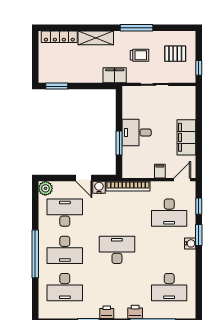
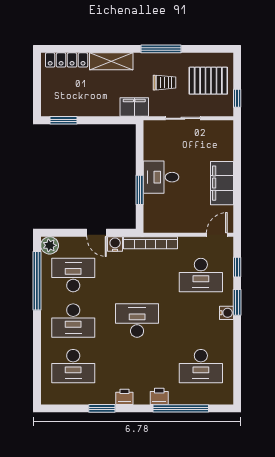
pallet: (175, 54) -> (208, 81), width x1.50, depth x1.42
filing cabinet: (160, 171) -> (189, 224), removed
window: (35, 254) -> (37, 281), moved

